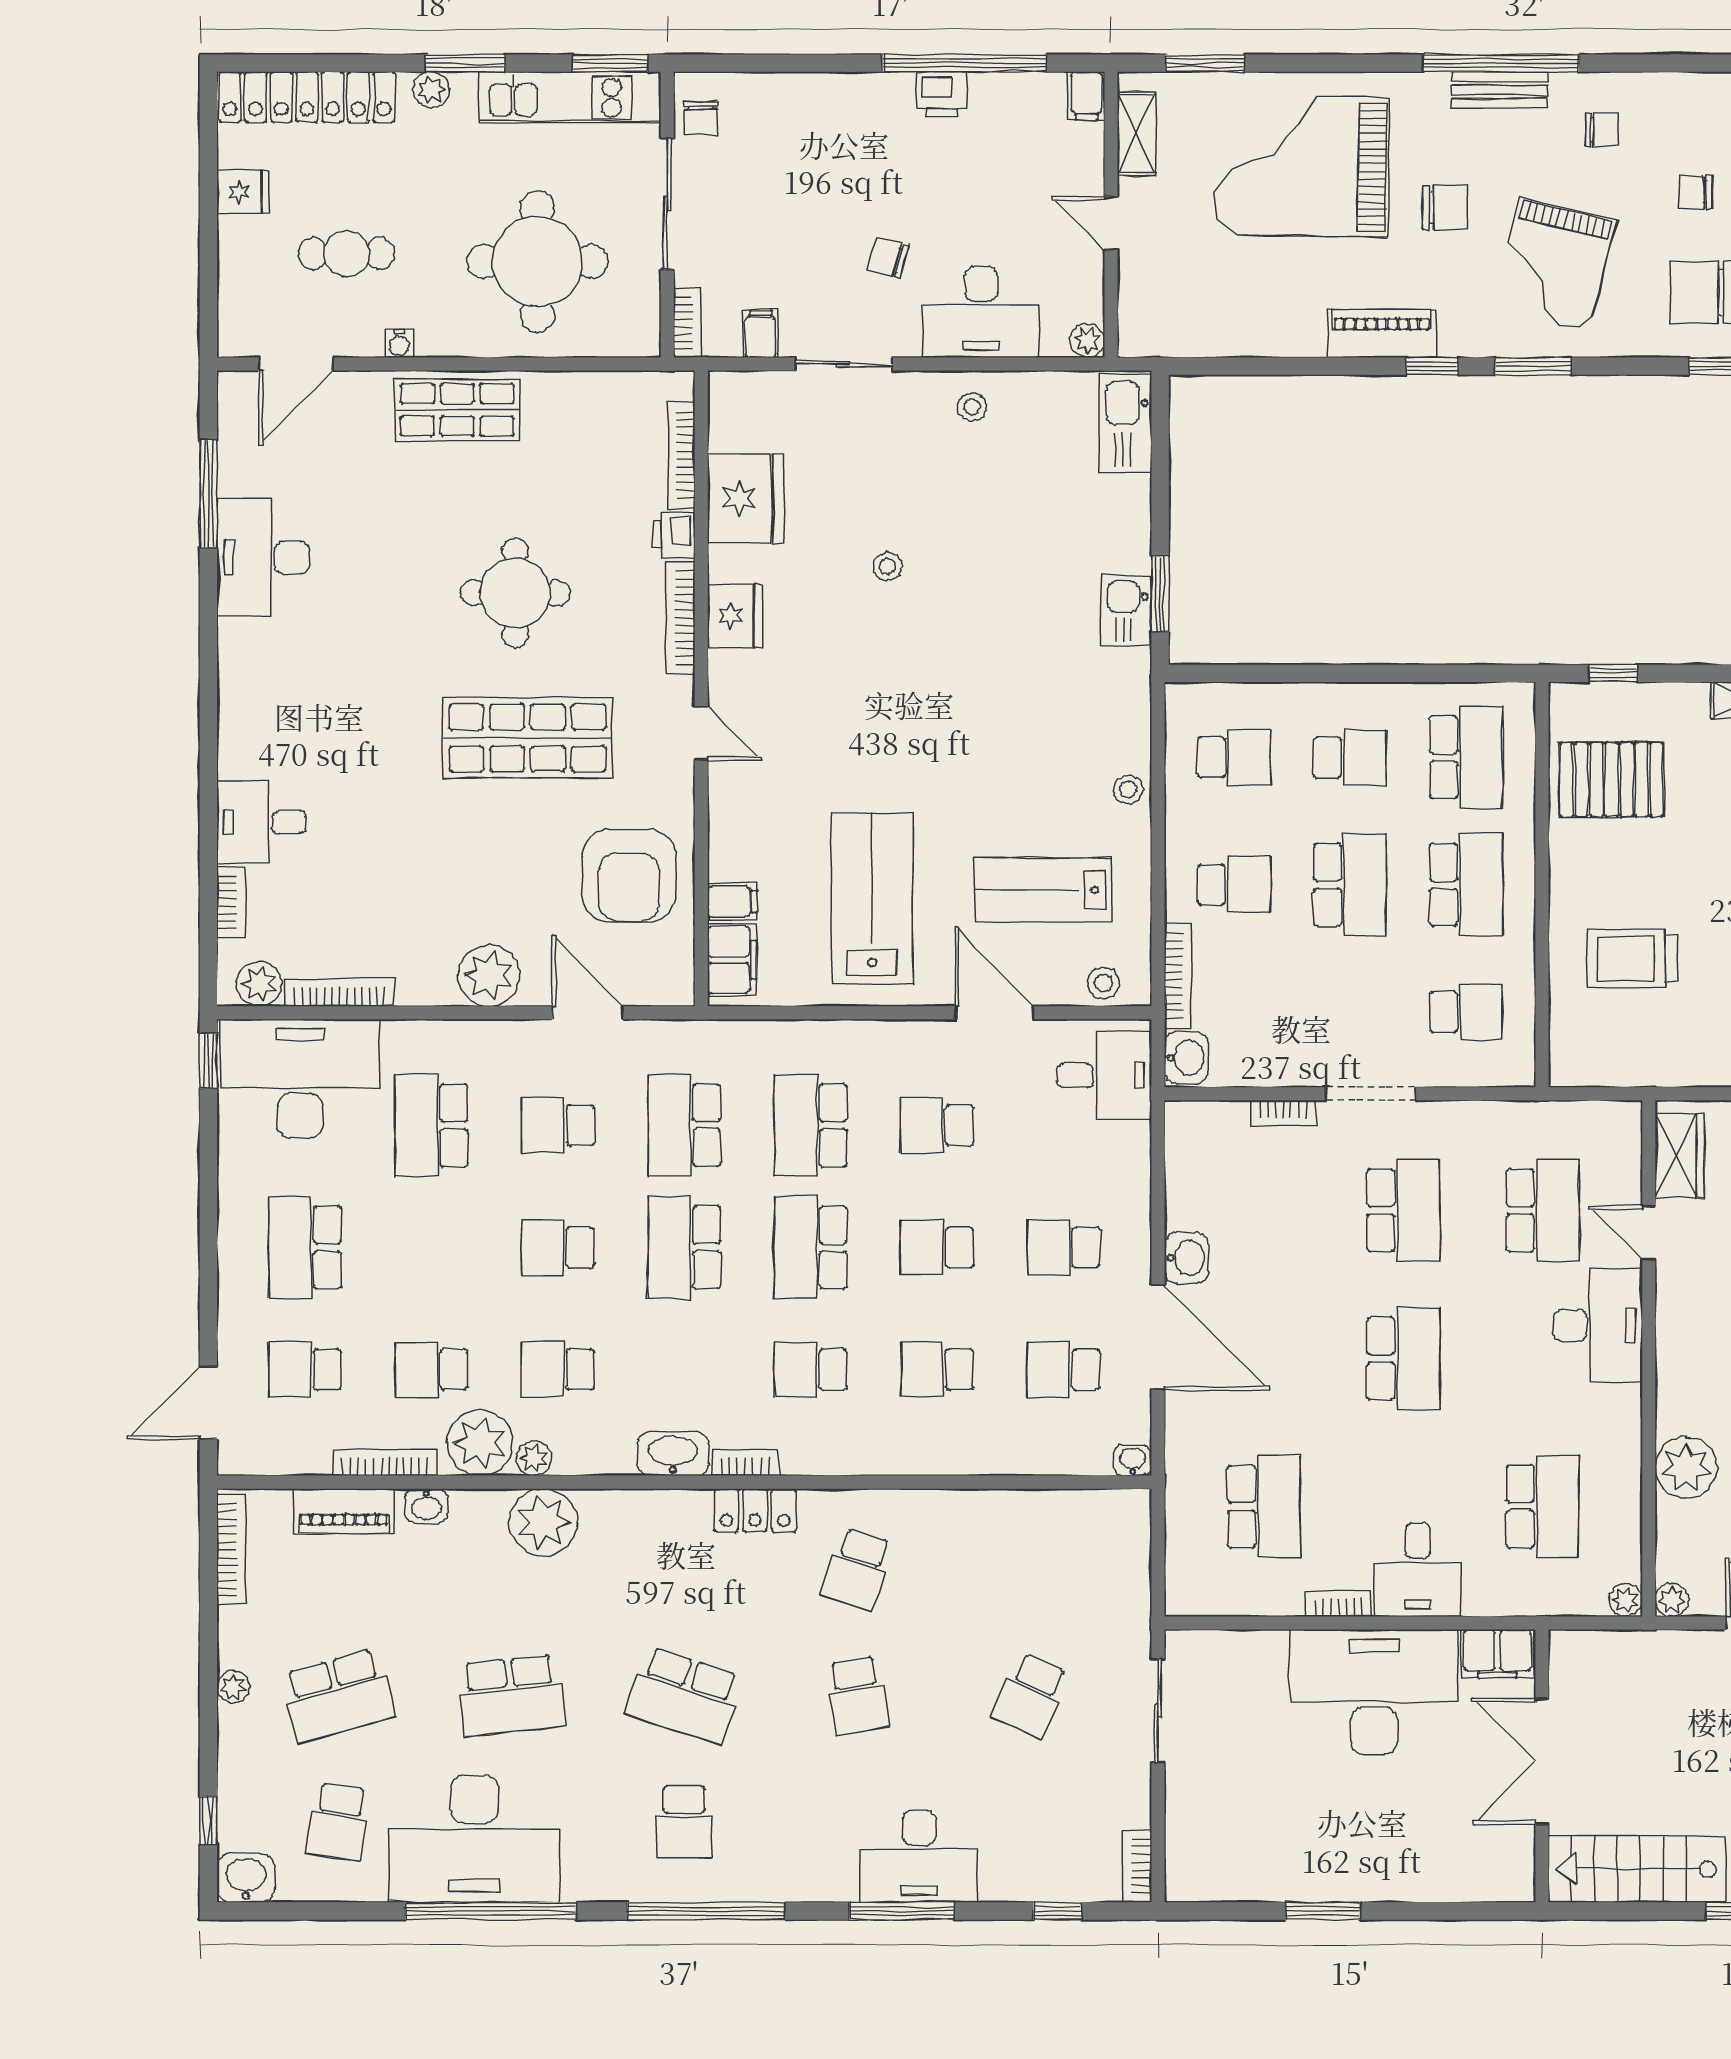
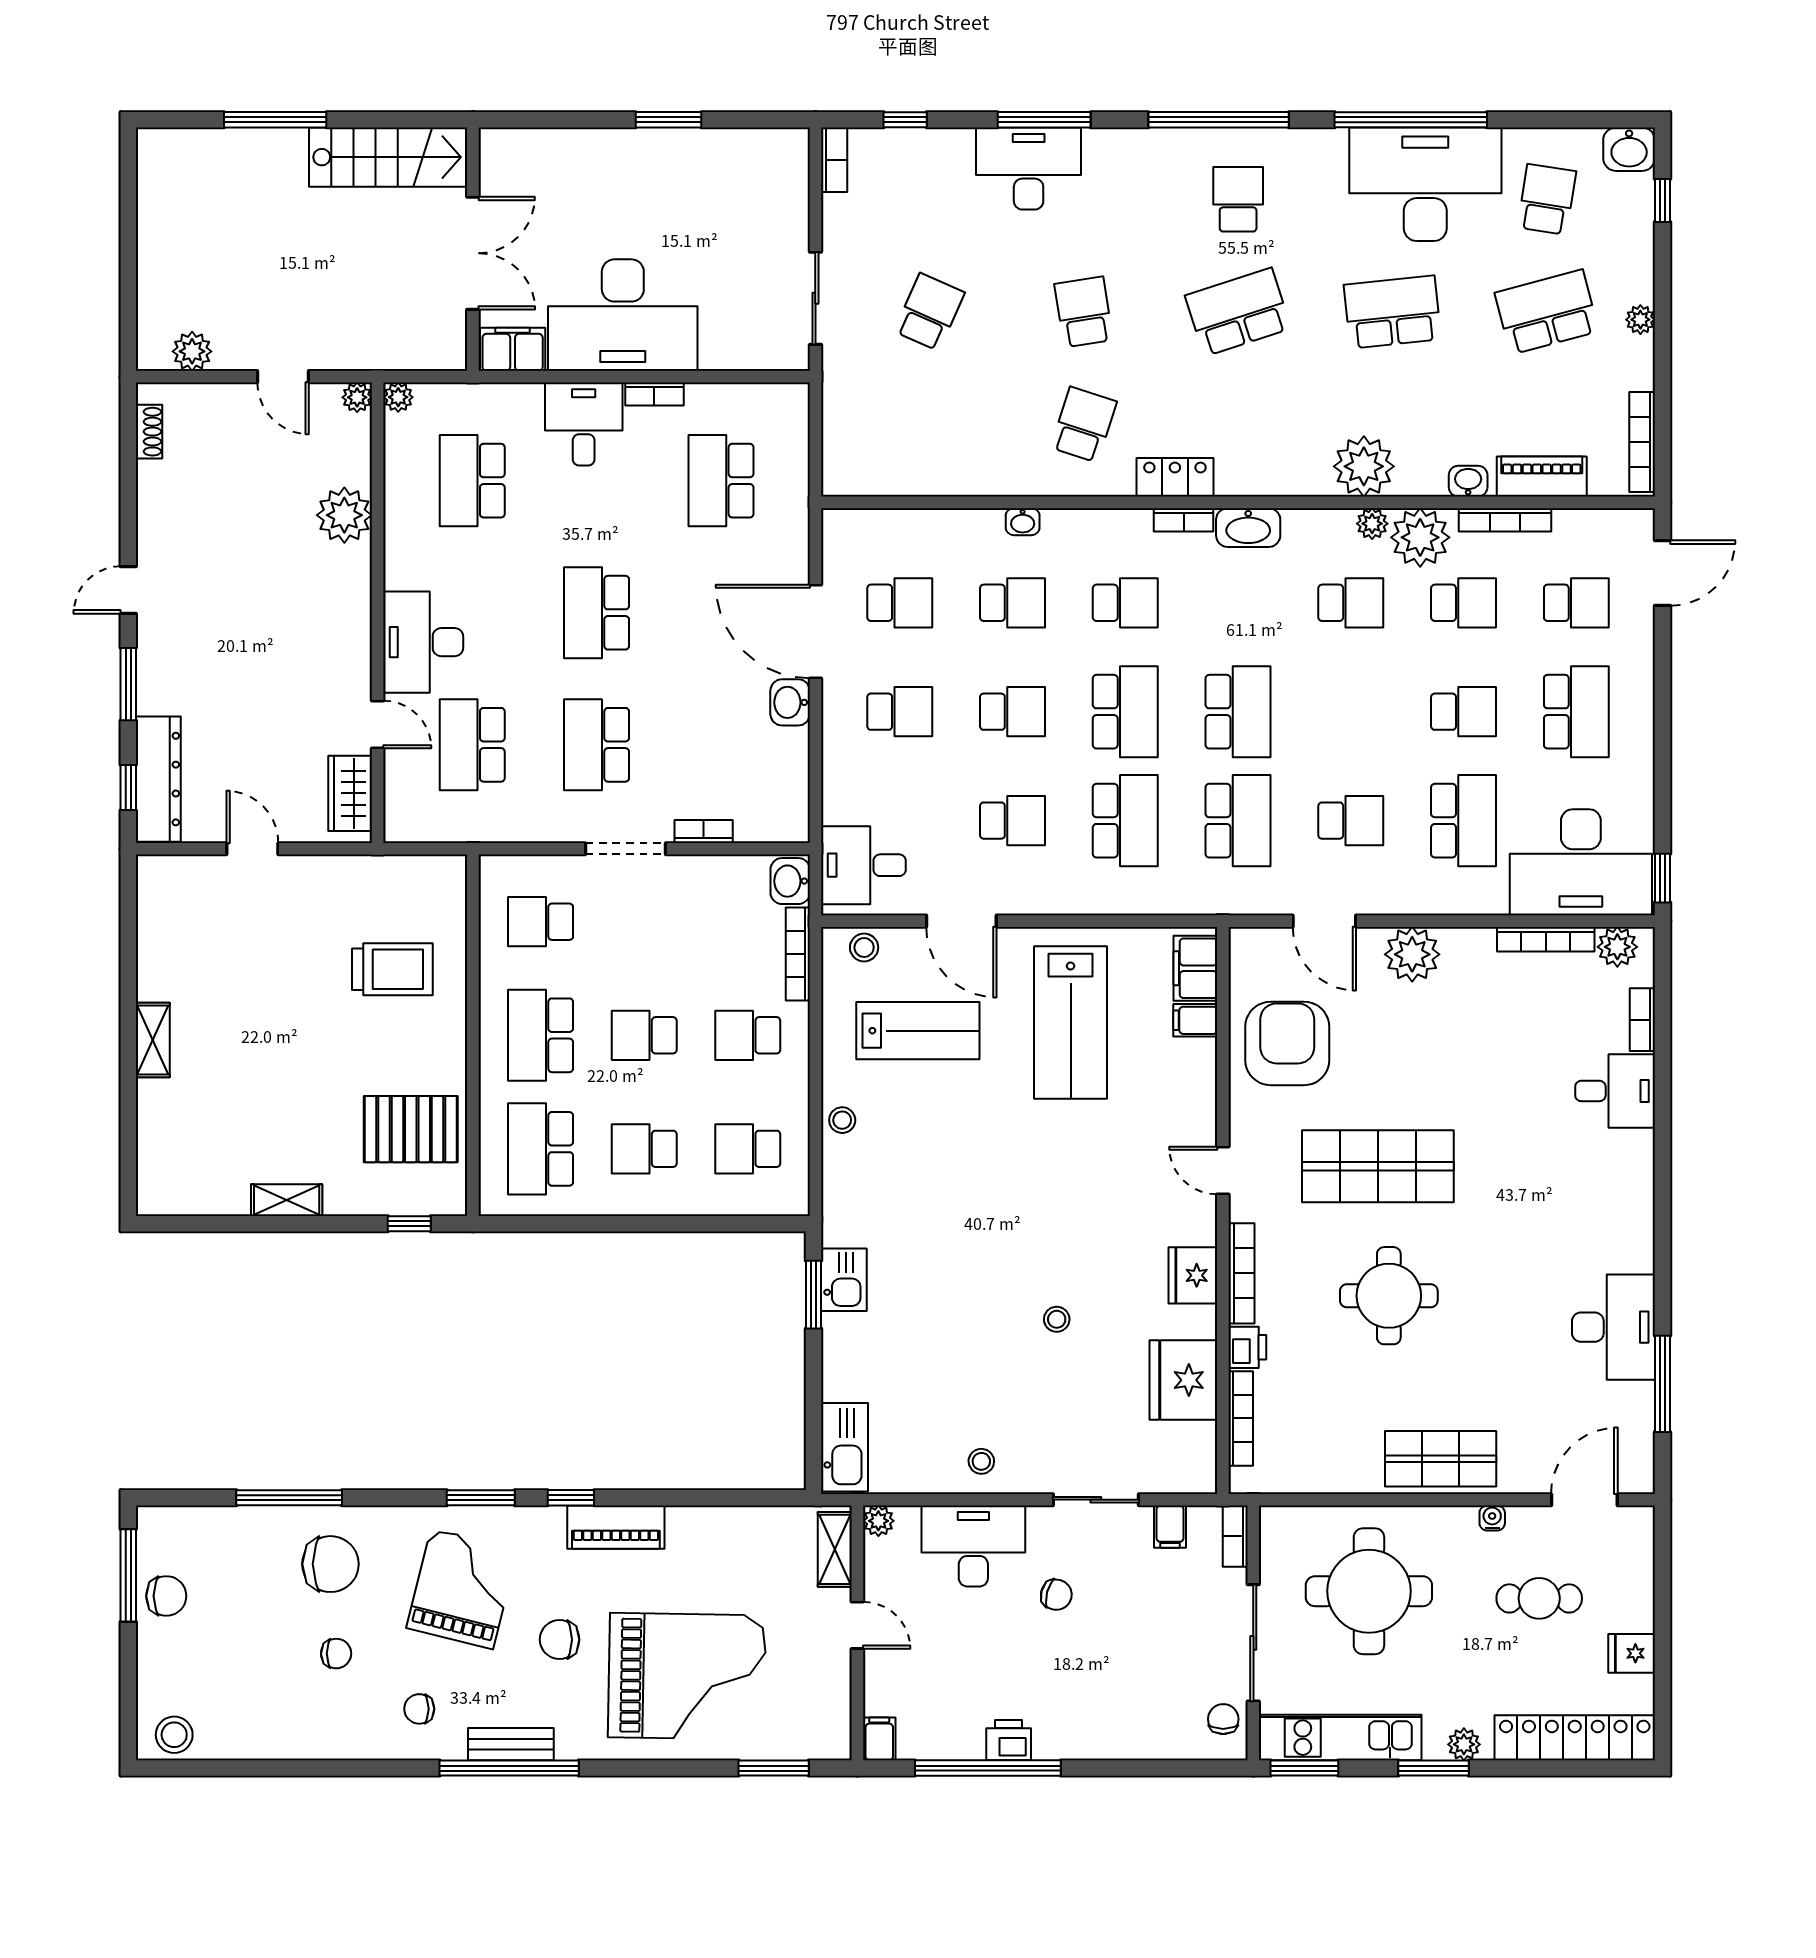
shelving: (1136, 134) -> (835, 1549), moved
school desk: (1350, 885) -> (644, 1035), width x0.54
school desk: (558, 1247) -> (1464, 712), moved
washbasin: (1133, 1460) -> (1023, 522), moved
school desk: (684, 1695) -> (1238, 312), turned -36

